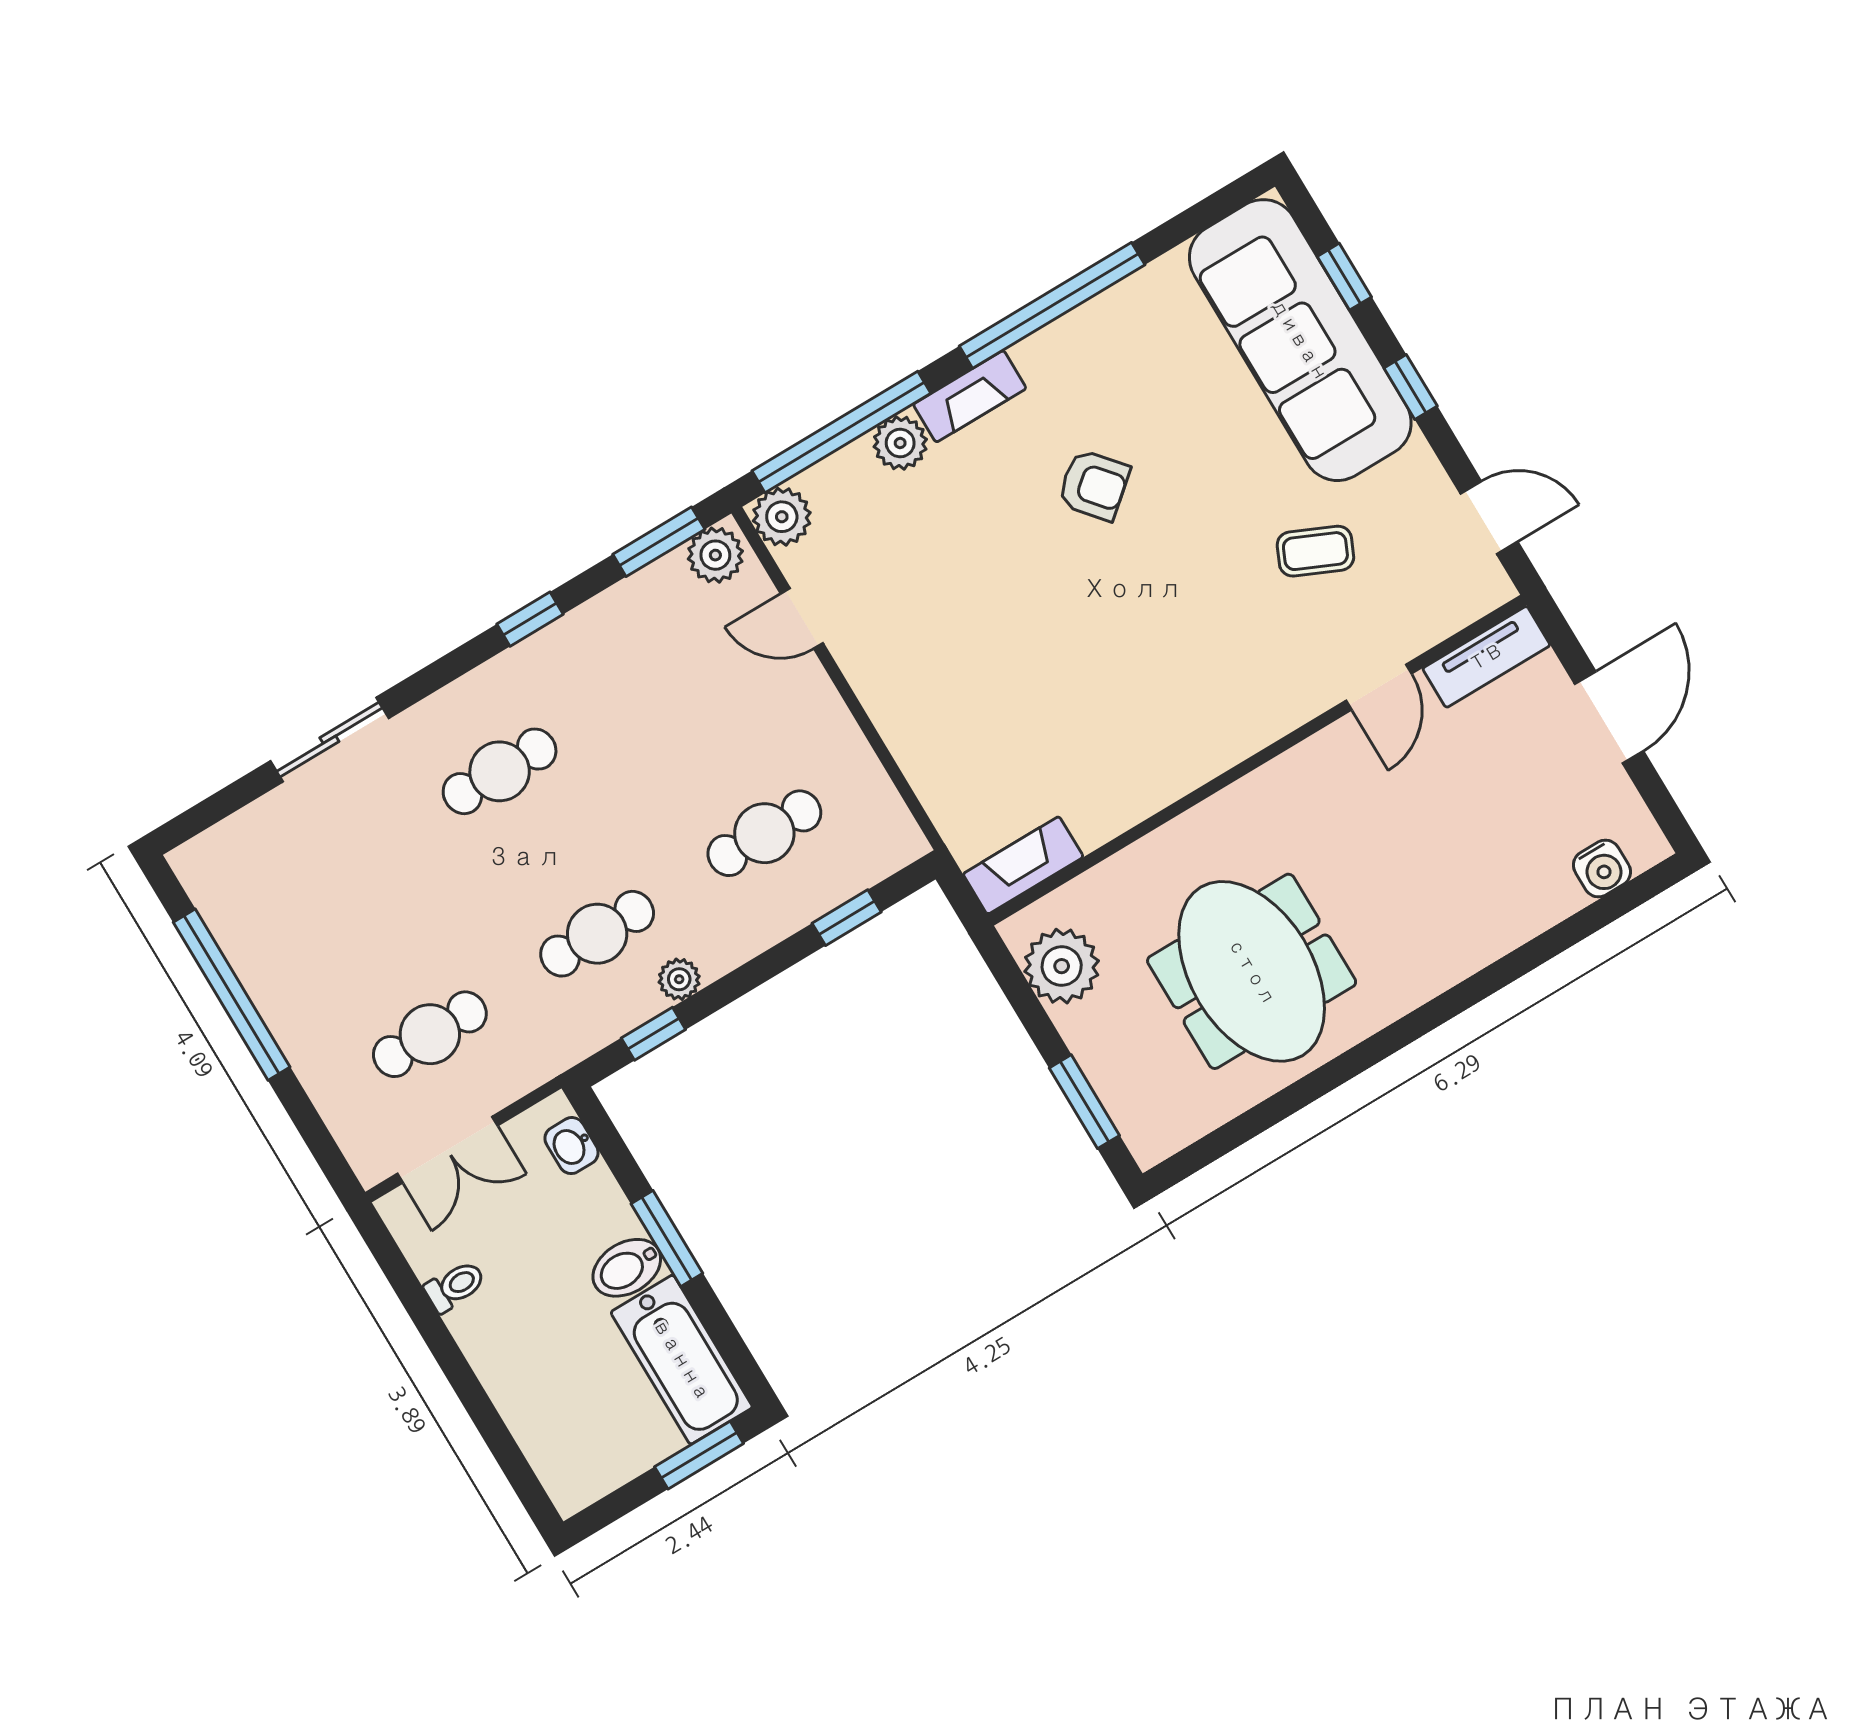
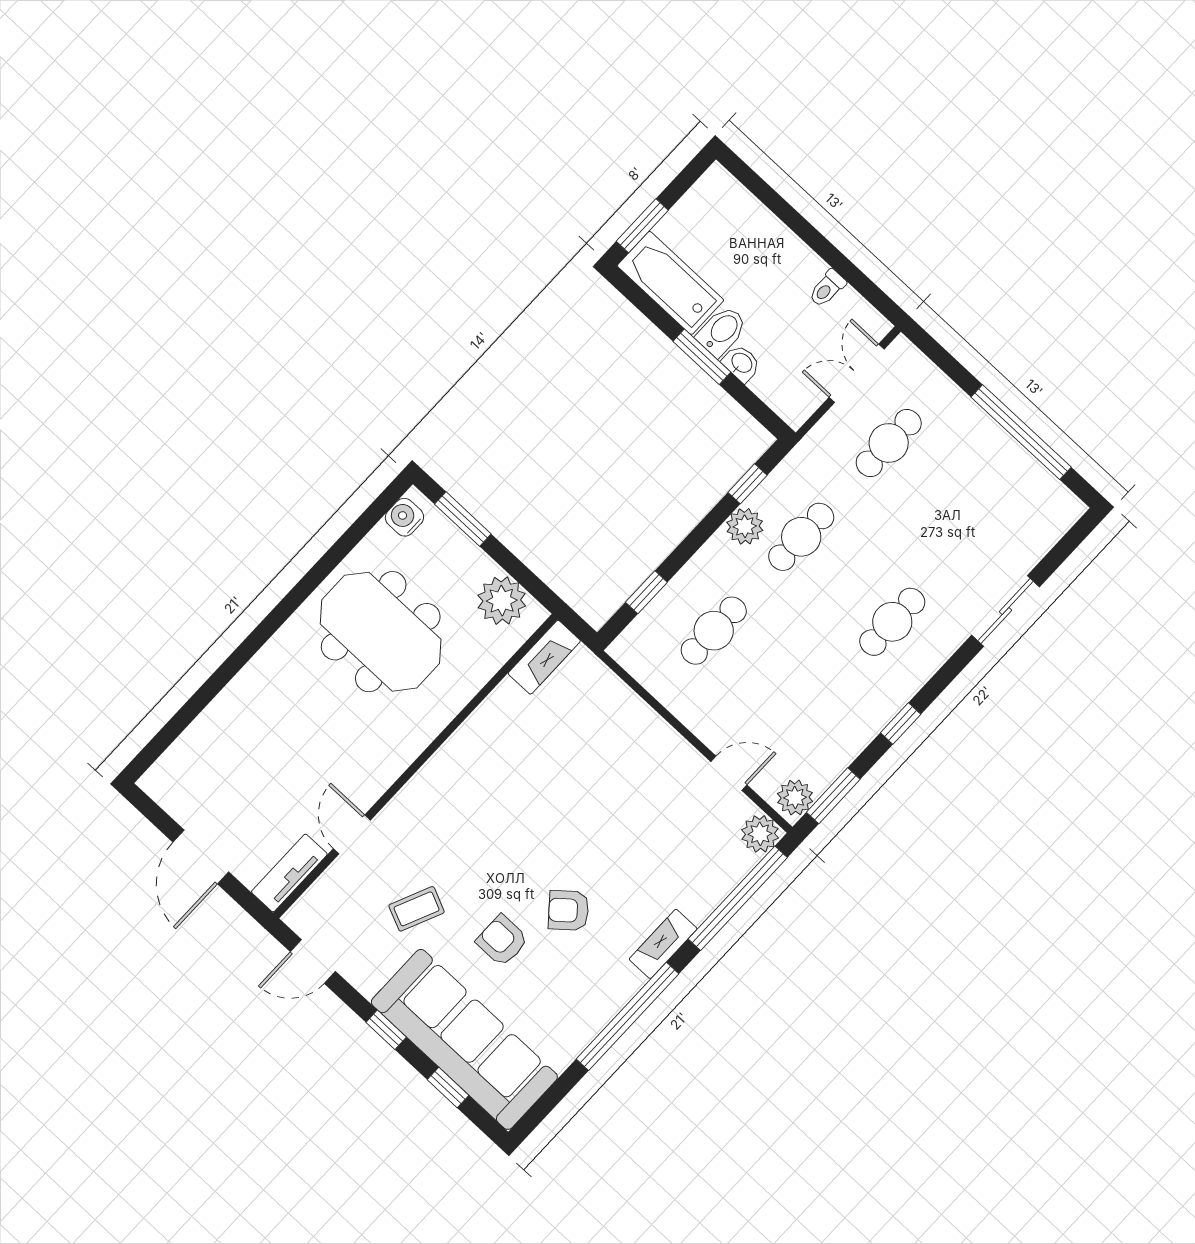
plant: (900, 443) -> (699, 902), removed
armchair: (1204, 469) -> (502, 941), added
water cooler: (1602, 869) -> (404, 517), moved
plant: (679, 979) -> (745, 526), width x1.38, depth x1.38
washbasin: (572, 1146) -> (741, 363), moved

